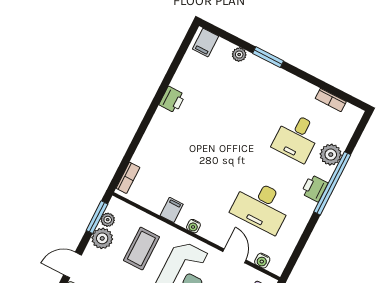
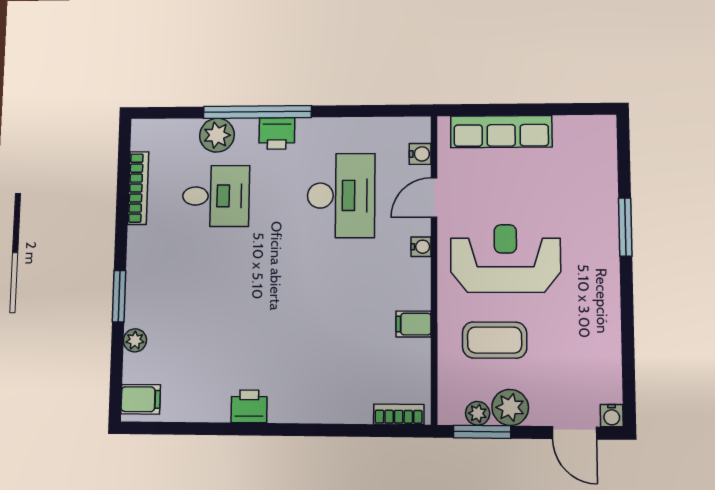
bookcase: (331, 100) -> (138, 188), width x1.56
water cooler: (193, 226) -> (421, 247), moved

